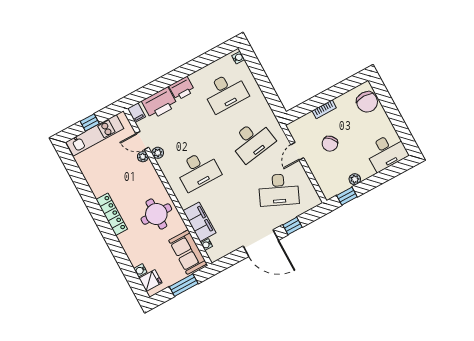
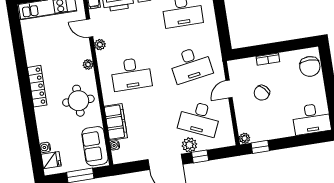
plant: (143, 157) -> (88, 64), moved
plant: (355, 179) -> (244, 138), moved
plant: (278, 219) -> (189, 145), added

